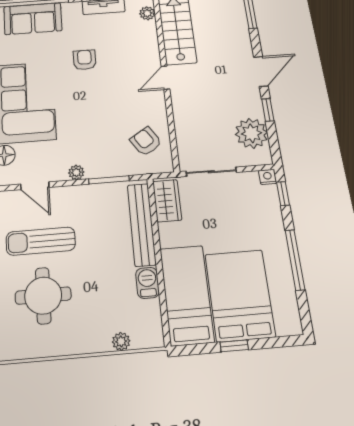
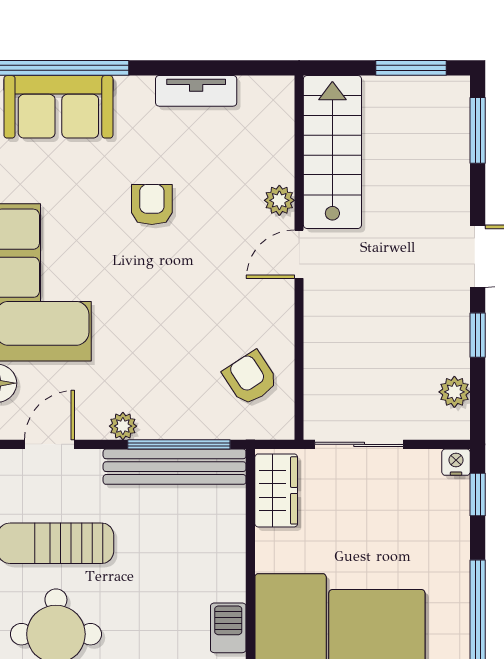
plant: (147, 13) -> (279, 200), moved
plant: (251, 133) -> (454, 392), width x0.53, depth x0.53
window: (109, 180) -> (179, 444), width x1.44
door: (35, 186) -> (50, 444), swing flipped
bench: (142, 224) -> (175, 467), moved, turned 90

